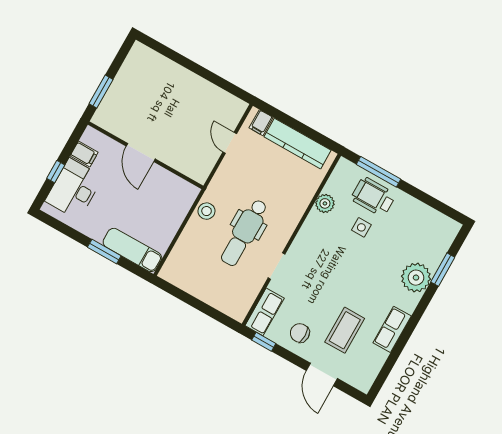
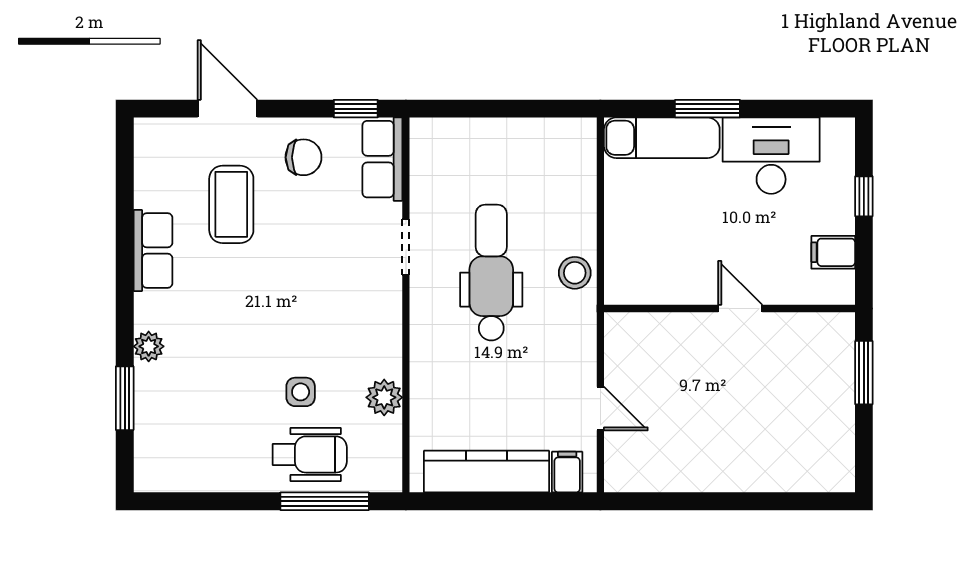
door: (141, 152) -> (740, 308), width x0.73
desk: (74, 189) -> (771, 156), moved, turned -90
plant: (416, 278) -> (149, 346), width x0.53, depth x0.53

